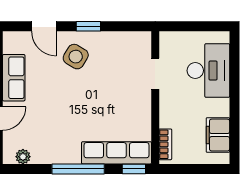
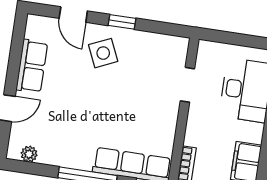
side table: (76, 57) -> (103, 53), turned 35

